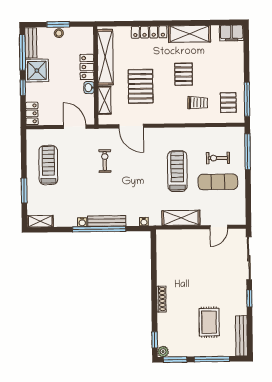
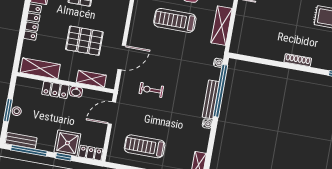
shelving: (105, 57) -> (40, 68), width x0.68
shower: (37, 71) -> (67, 143), moved
window: (99, 229) -> (220, 91), moved

